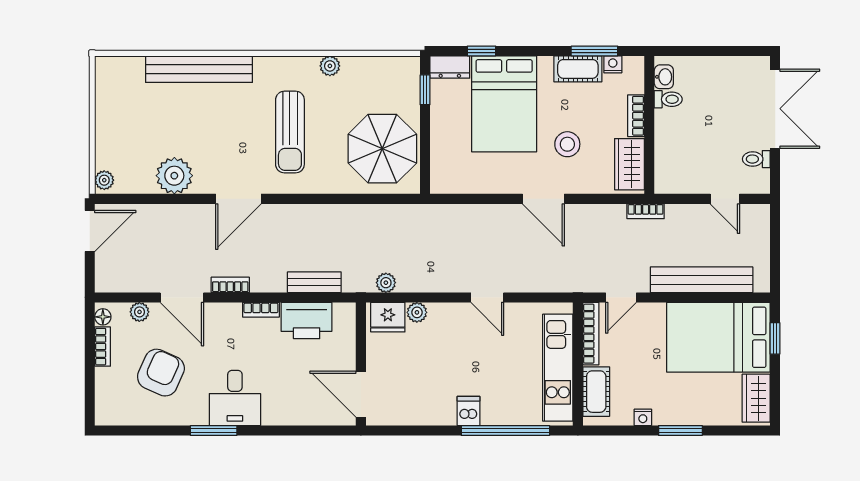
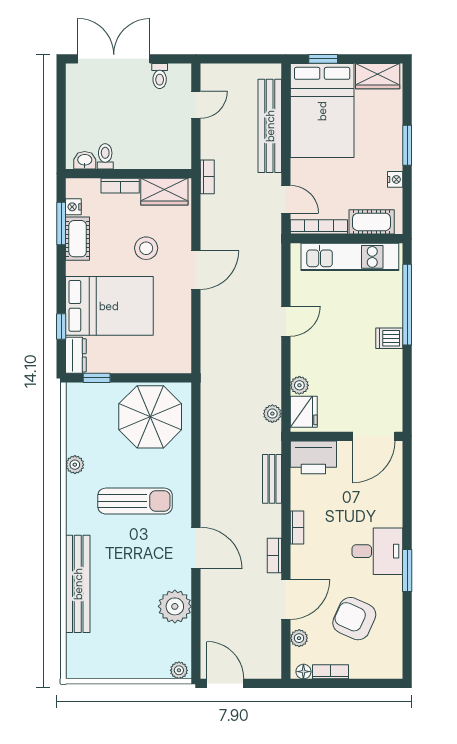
printer: (307, 321) -> (313, 457), moved, turned 90

